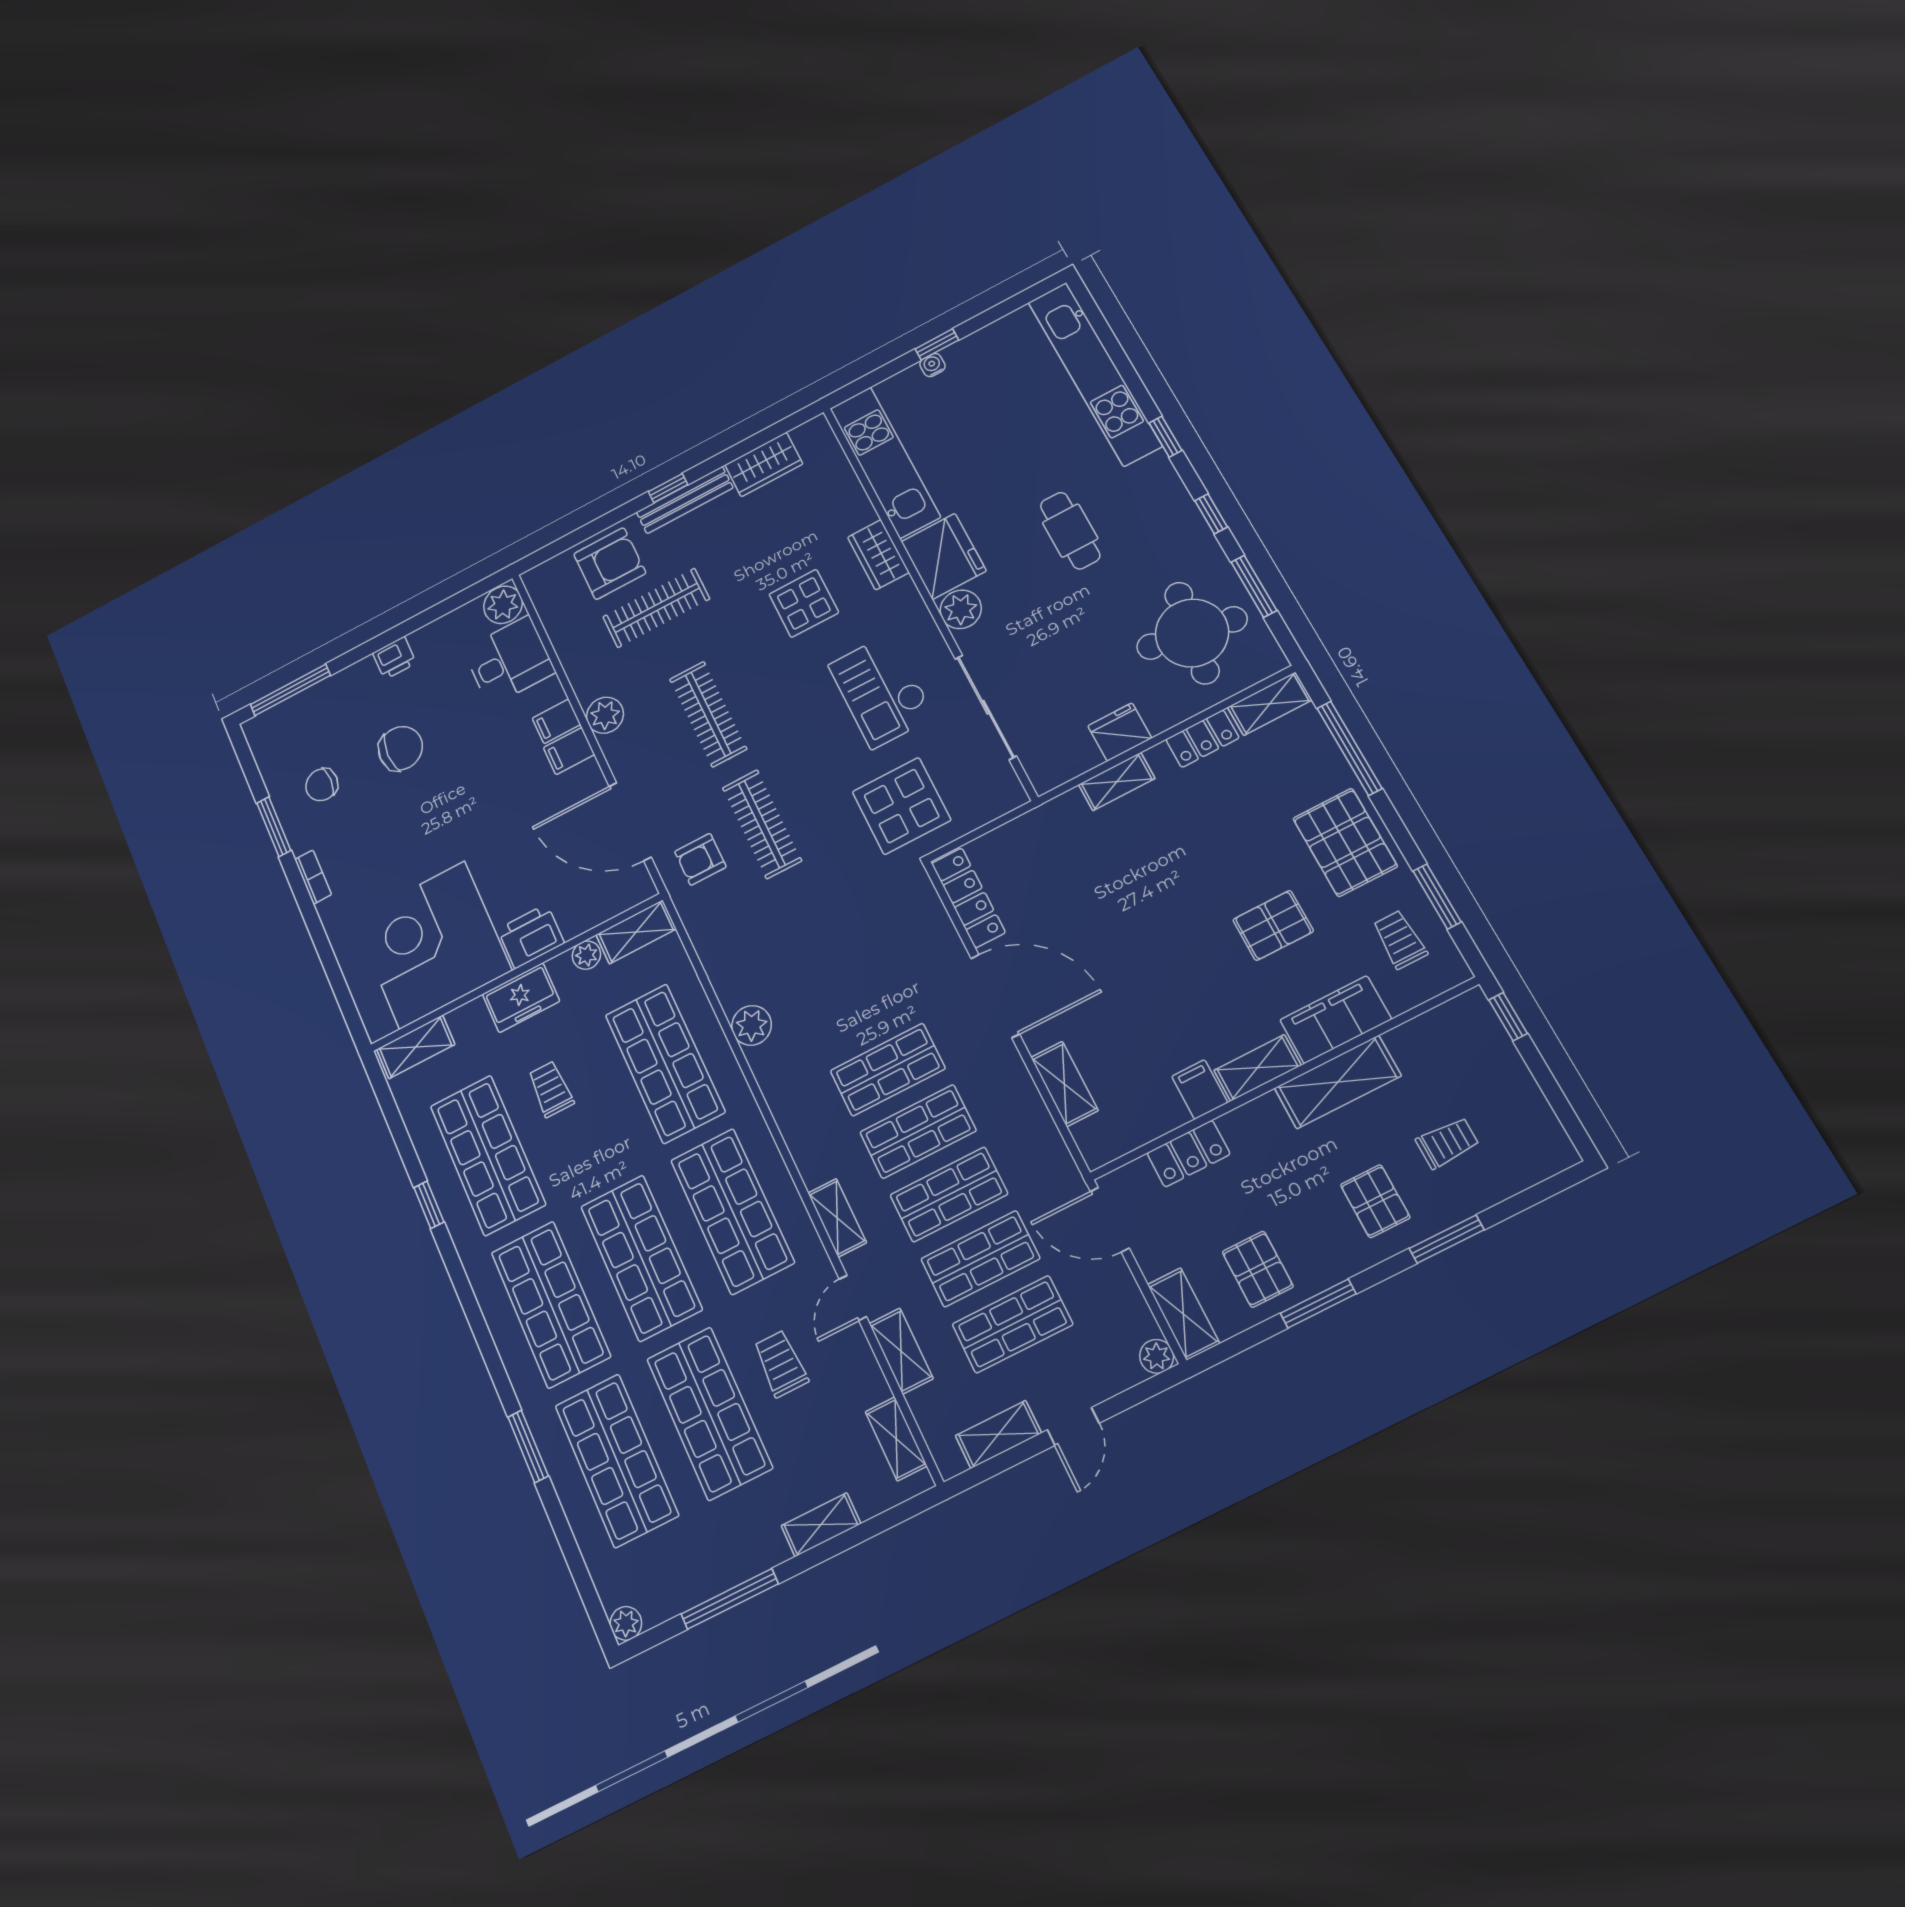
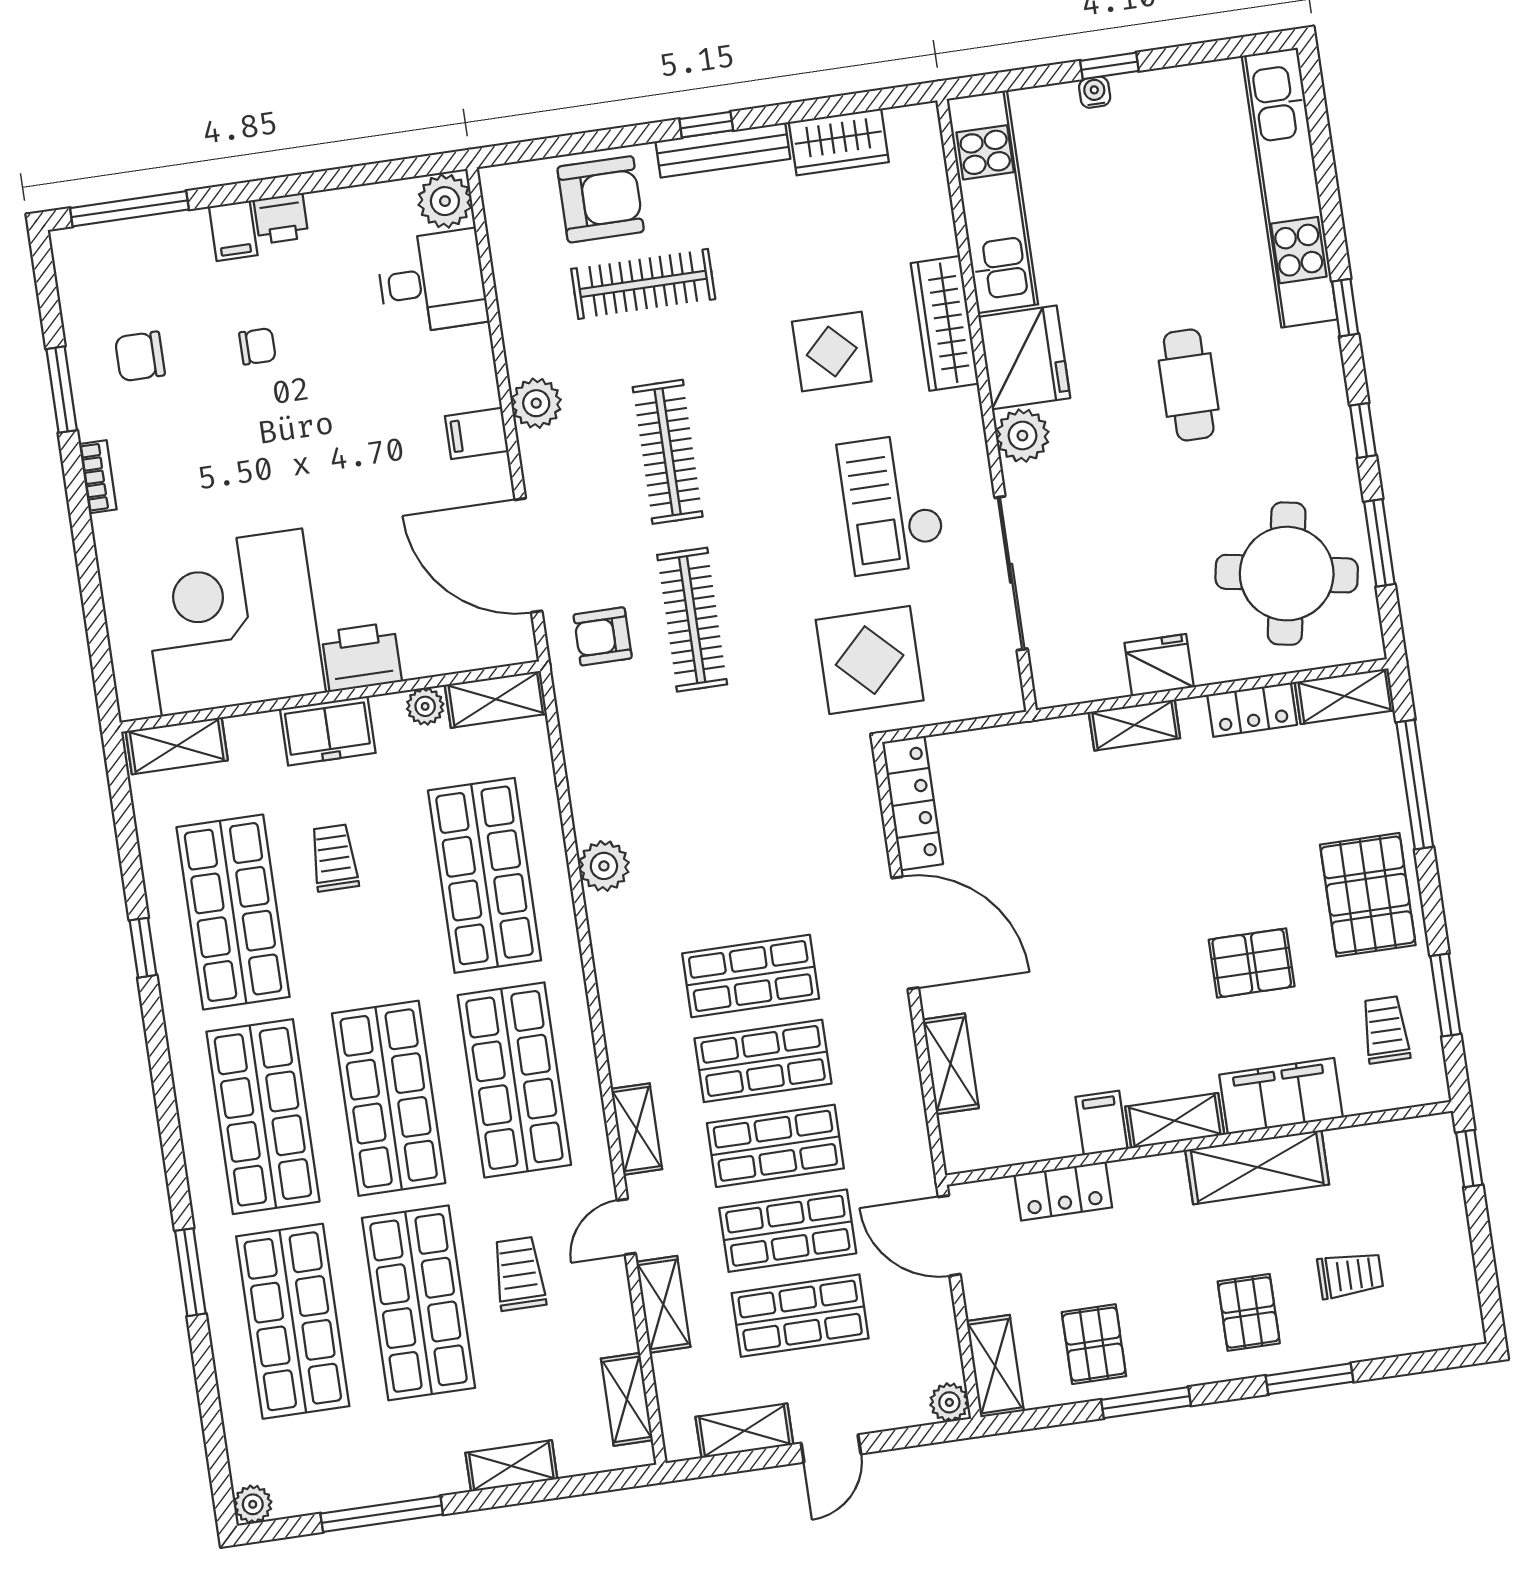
wardrobe: (878, 555) -> (945, 323), width x1.50
filing cabinet: (556, 721) -> (233, 231), moved, turned -90
chair: (400, 748) -> (257, 346), width x0.54, depth x0.54

